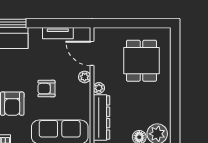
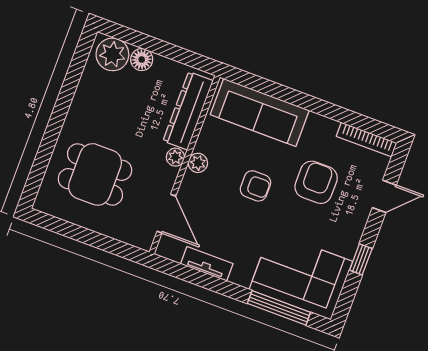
dining table: (141, 61) -> (95, 174), turned 90
plant: (85, 77) -> (198, 163), moved

